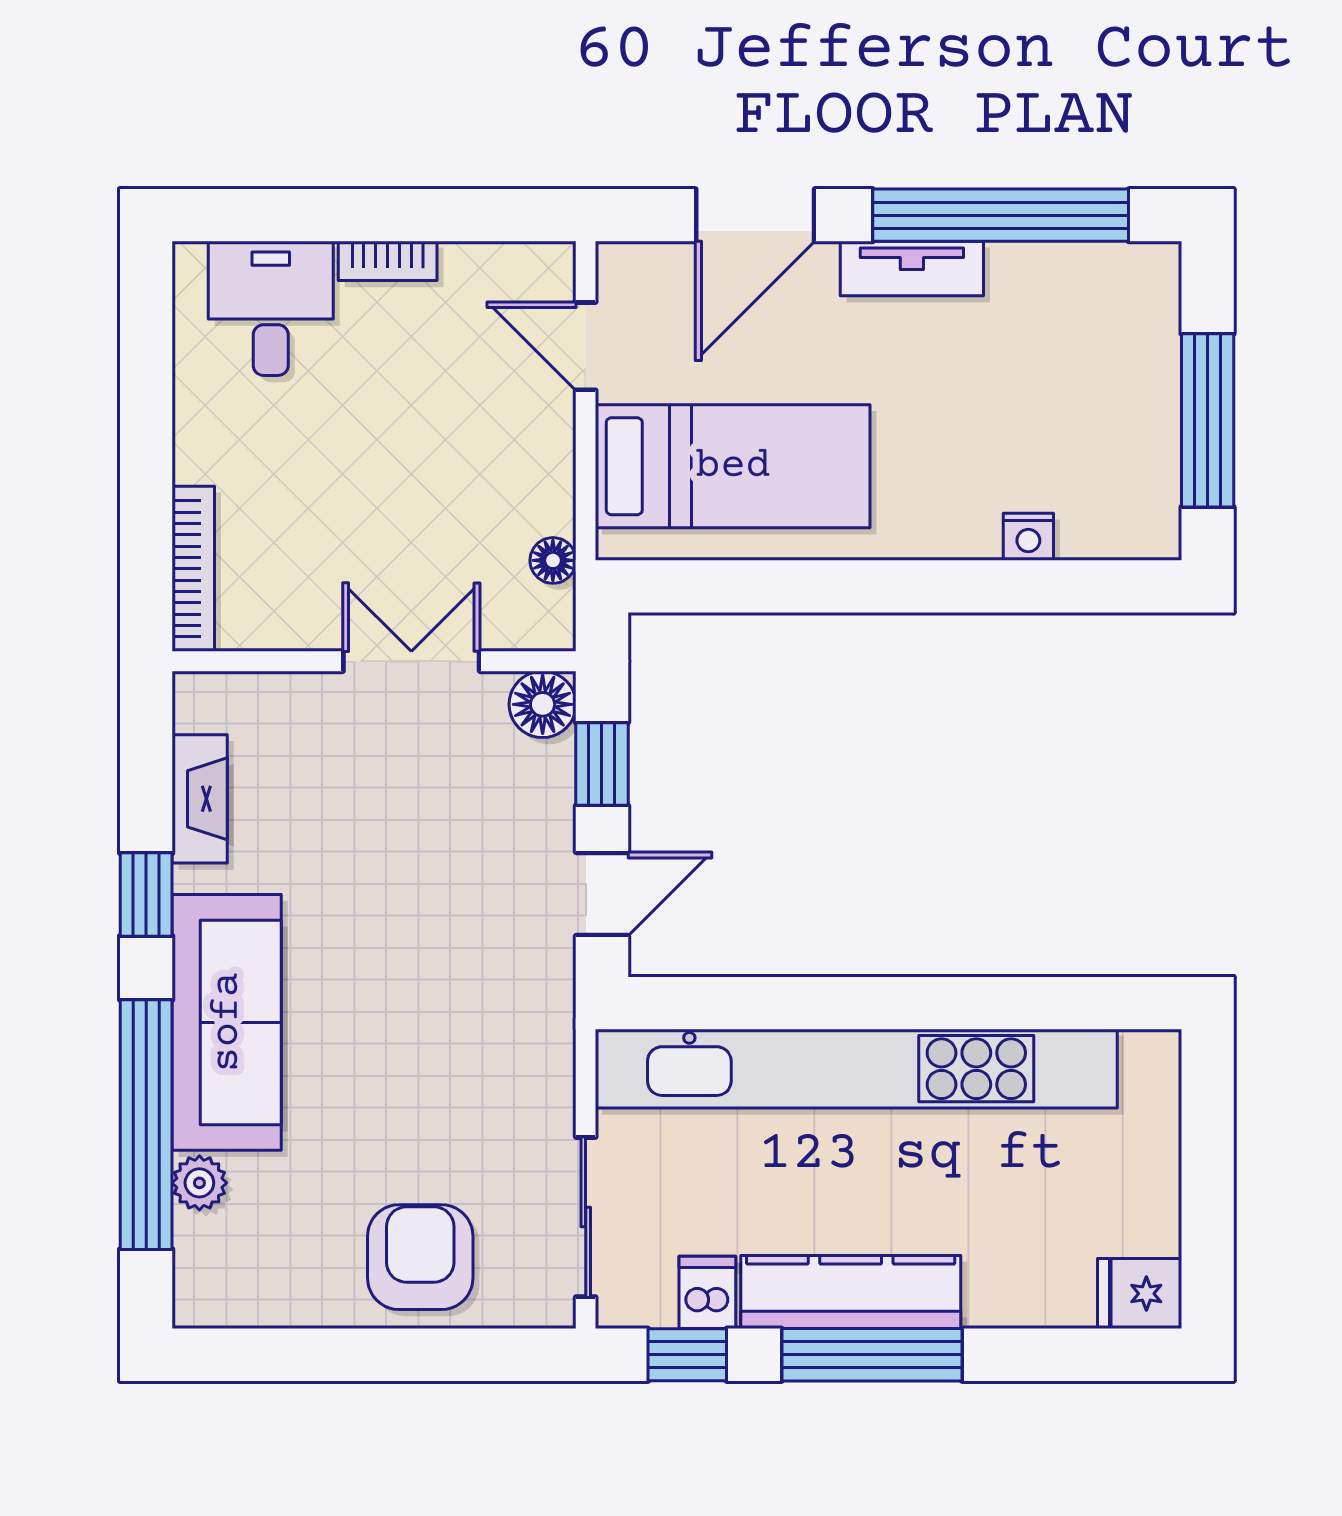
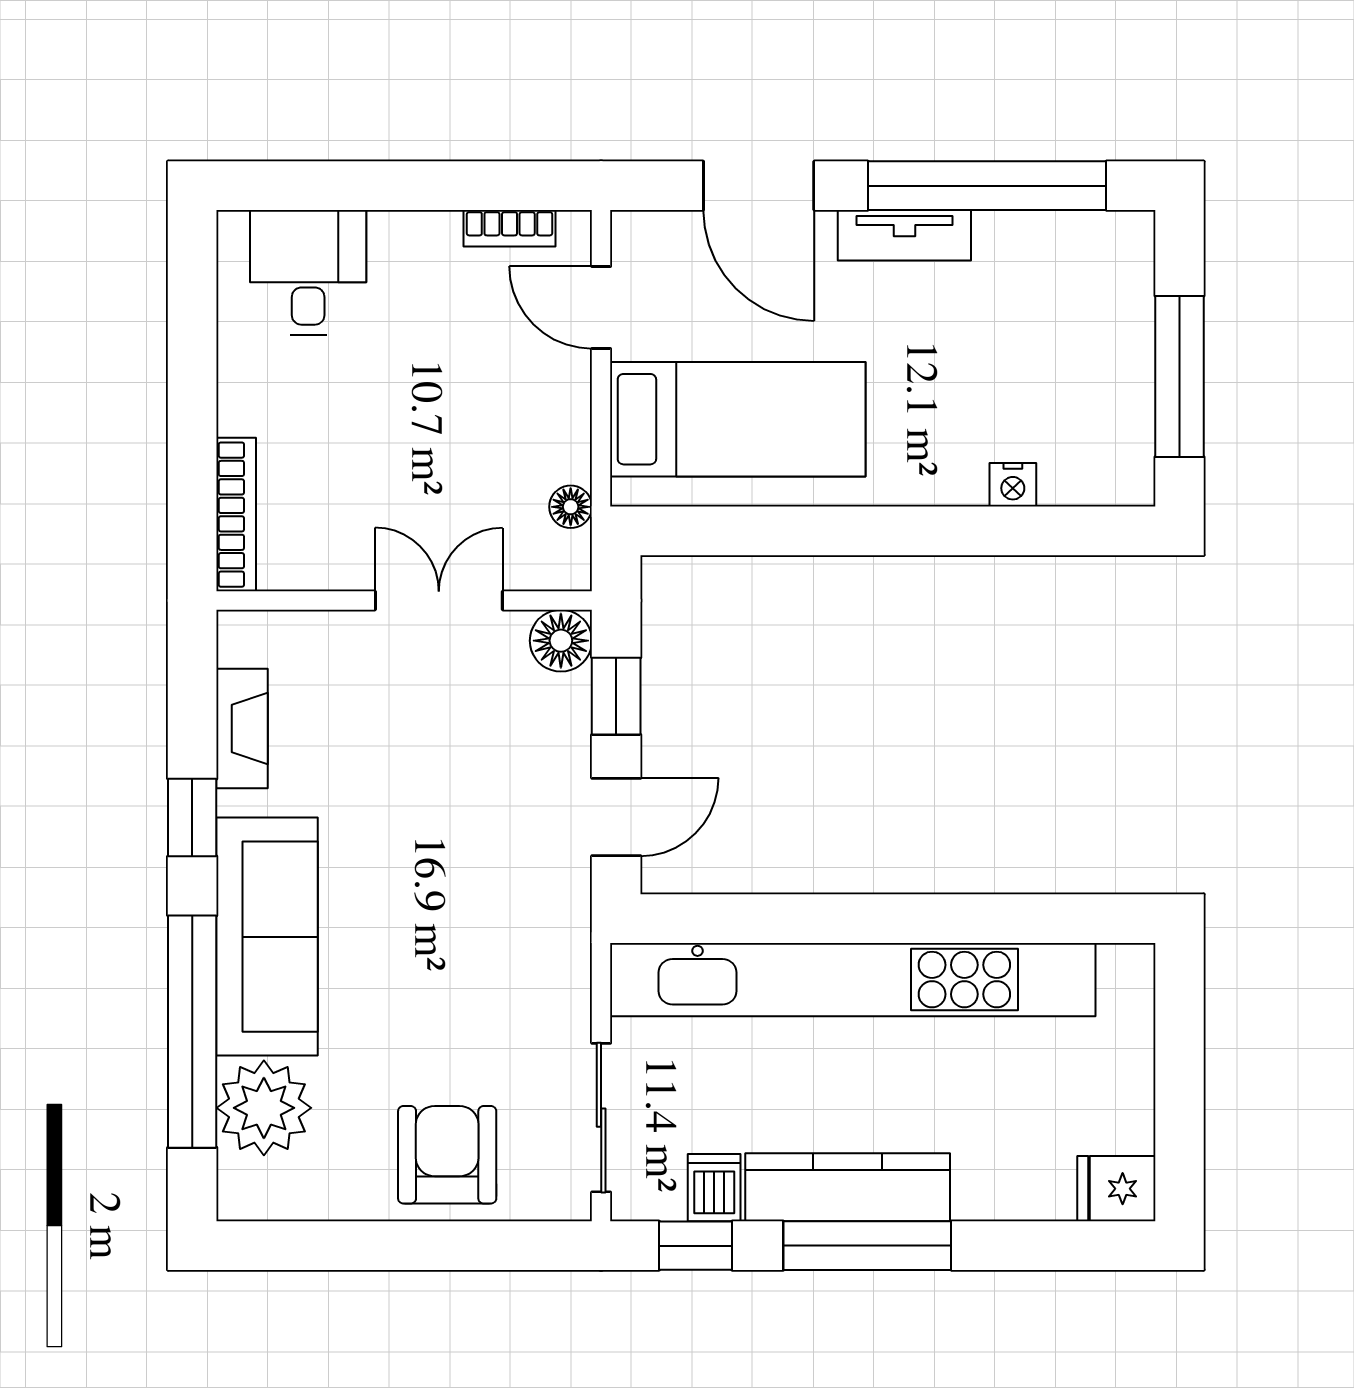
door: (755, 215) -> (759, 186), hinge flipped
bookcase: (388, 261) -> (510, 228), moved
plant: (199, 1183) -> (264, 1108), width x1.87, depth x1.87

